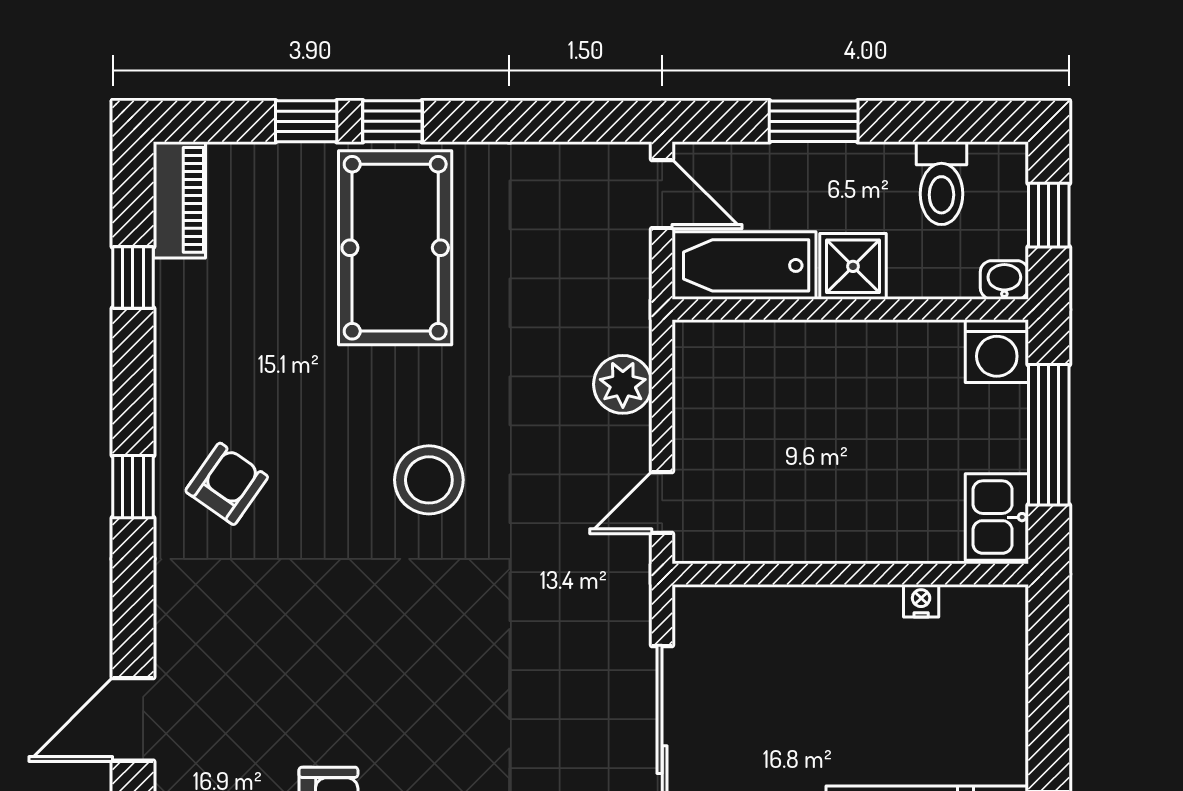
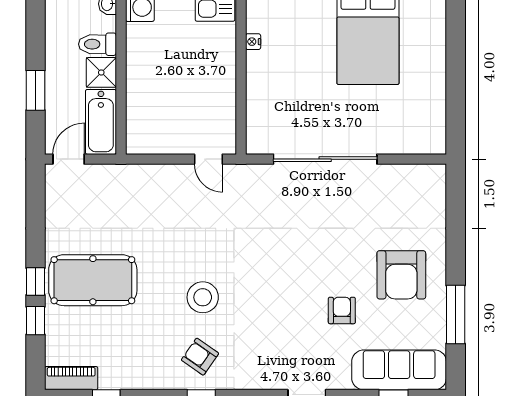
toilet: (941, 183) -> (97, 44), moved, turned 180
plant: (623, 384) -> (155, 177), removed
stool: (429, 480) -> (203, 297), moved

